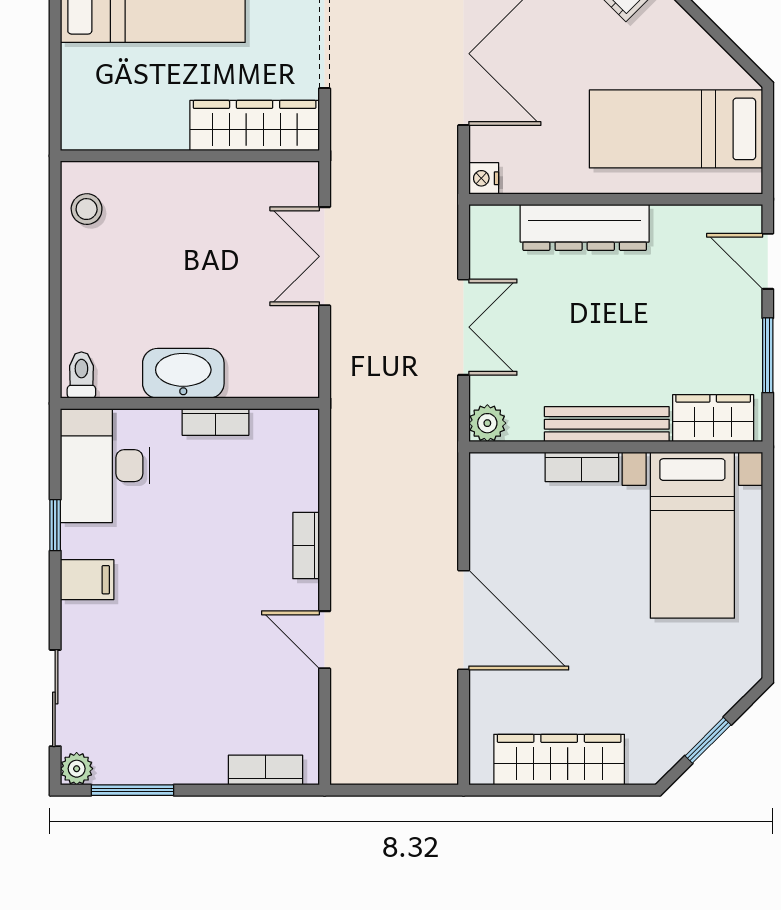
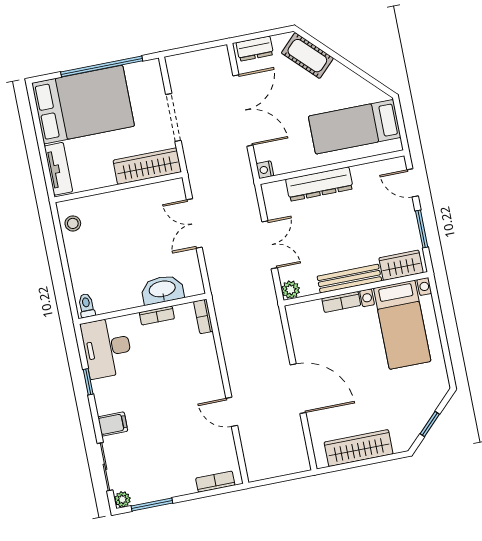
tv unit: (80, 96) -> (58, 169), added
washbasin: (183, 373) -> (162, 290), moved
bookcase: (306, 546) -> (203, 316), moved
filing cabinet: (87, 580) -> (113, 424), moved

